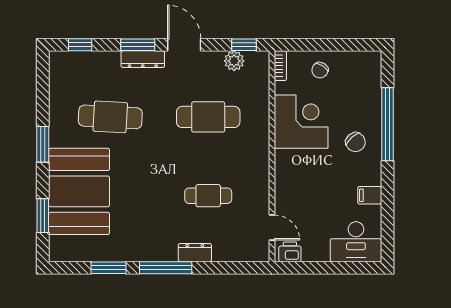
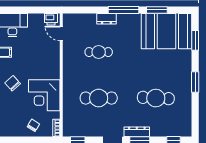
plant: (234, 61) -> (84, 131), removed
booth: (79, 191) -> (166, 31), moved, turned 90

